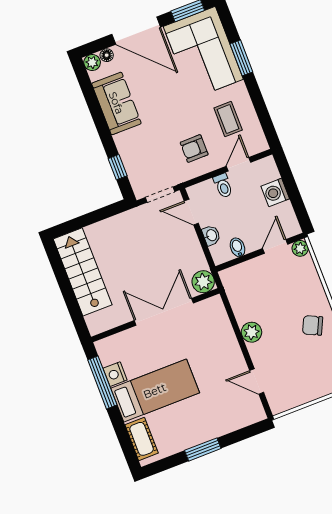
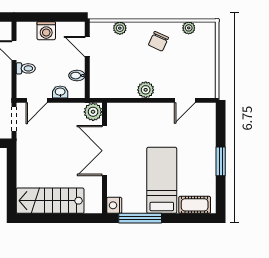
plant: (300, 248) -> (120, 28), moved
nightstand: (115, 374) -> (114, 205), moved, turned 90

